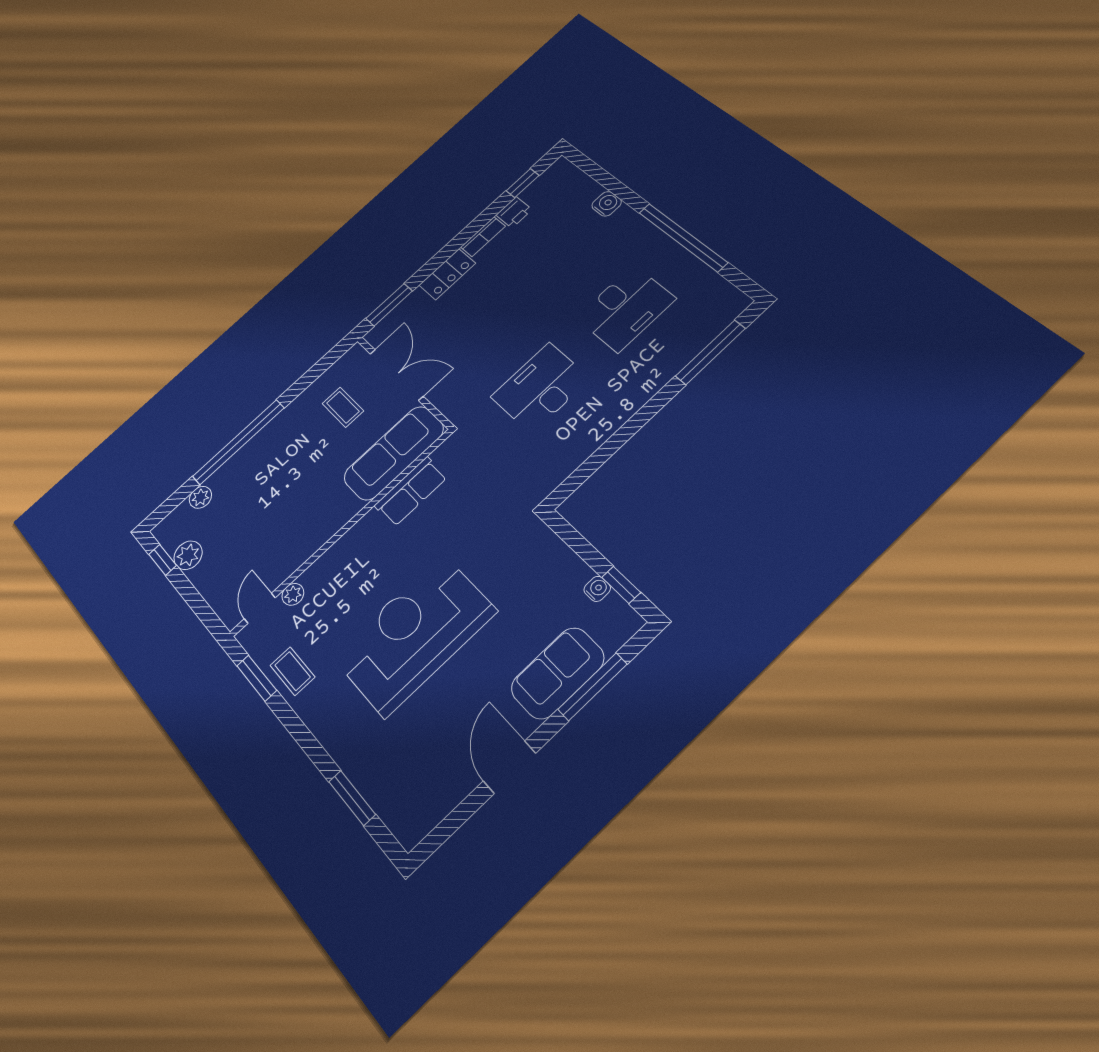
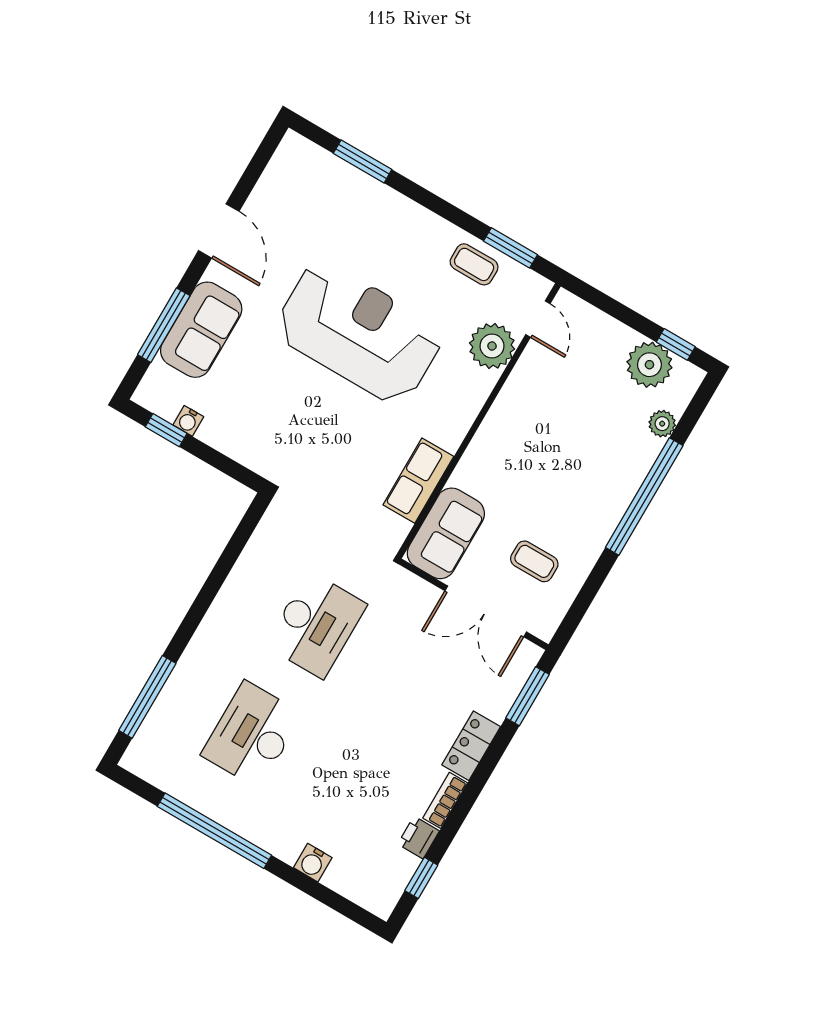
sofa: (394, 453) -> (446, 533), width x0.73
plant: (188, 555) -> (649, 365), width x1.36, depth x1.36
plant: (293, 594) -> (492, 346), width x1.88, depth x1.88
reception desk: (414, 634) -> (359, 332), turned -90

